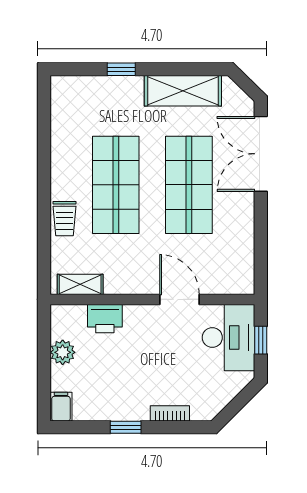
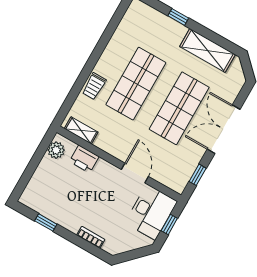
double door: (261, 154) -> (224, 129), moved
window: (261, 256) -> (198, 175), added
plant: (63, 352) -> (56, 150), moved
filing cabinet: (61, 407) -> (28, 196), removed
window: (126, 427) -> (46, 222), moved

